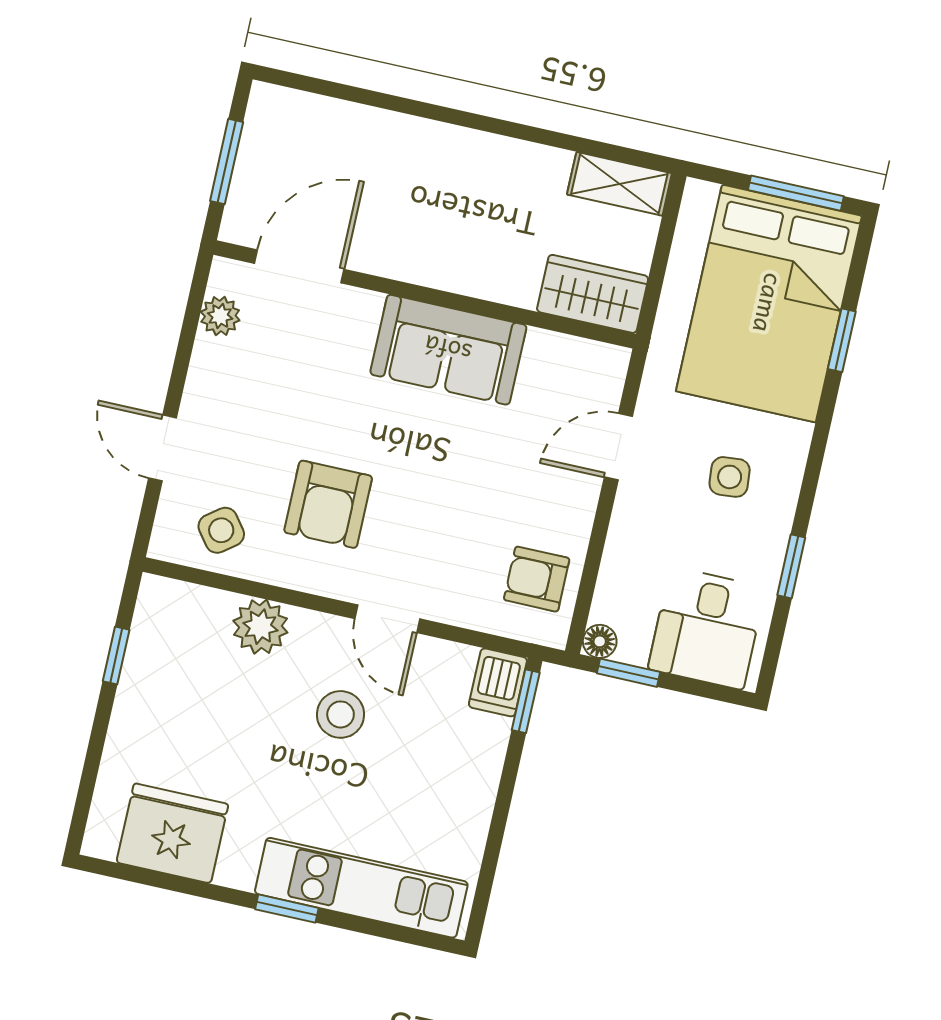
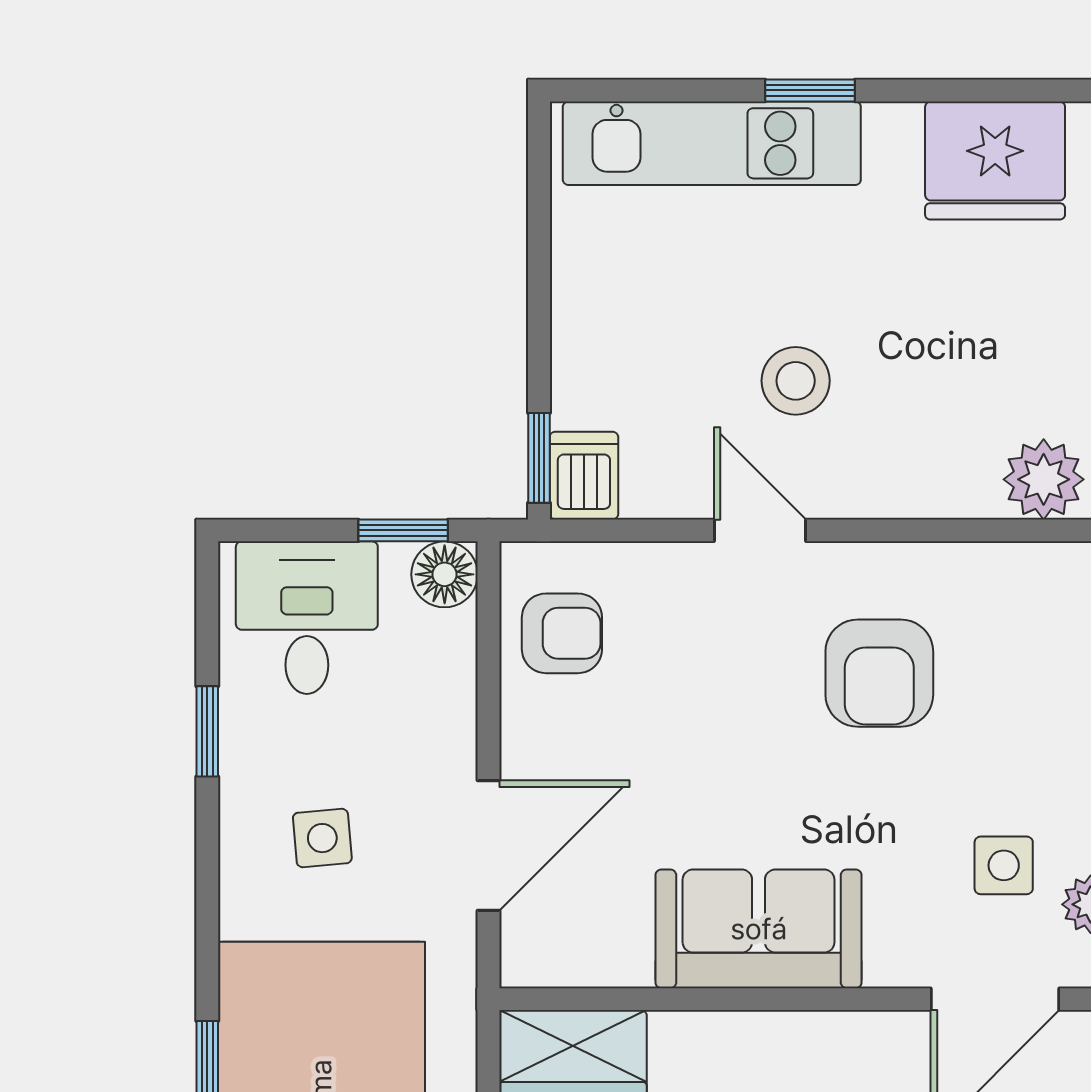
door: (618, 447) -> (488, 845), width x1.38
armchair: (328, 504) -> (879, 673), turned 180
side table: (221, 530) -> (1004, 865), moved, turned 37
plant: (260, 627) -> (1044, 479), moved
floor lamp: (600, 641) -> (445, 574), width x1.37, depth x1.37

